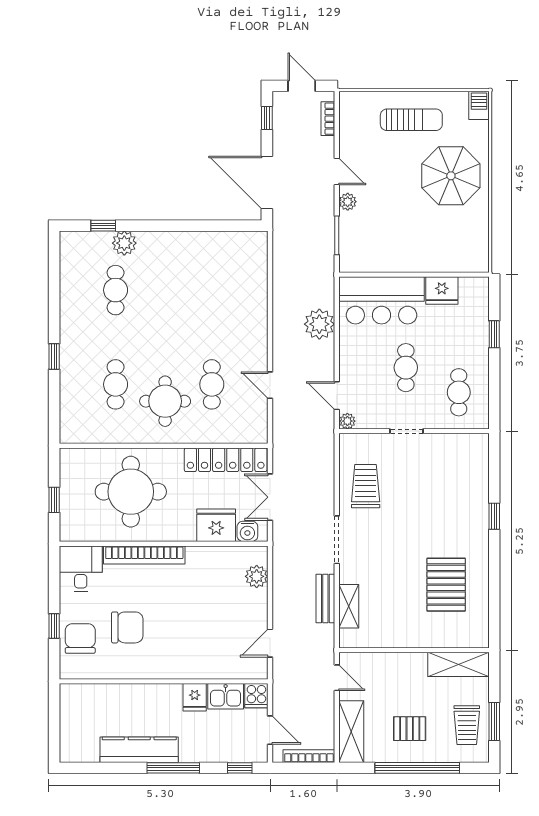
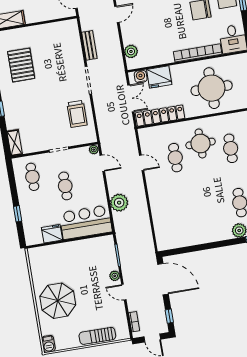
sun lounger: (411, 120) -> (97, 336), moved
shelving: (349, 606) -> (15, 143), moved

